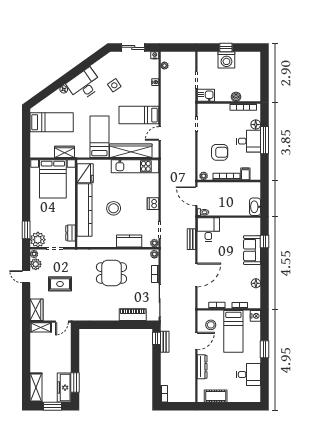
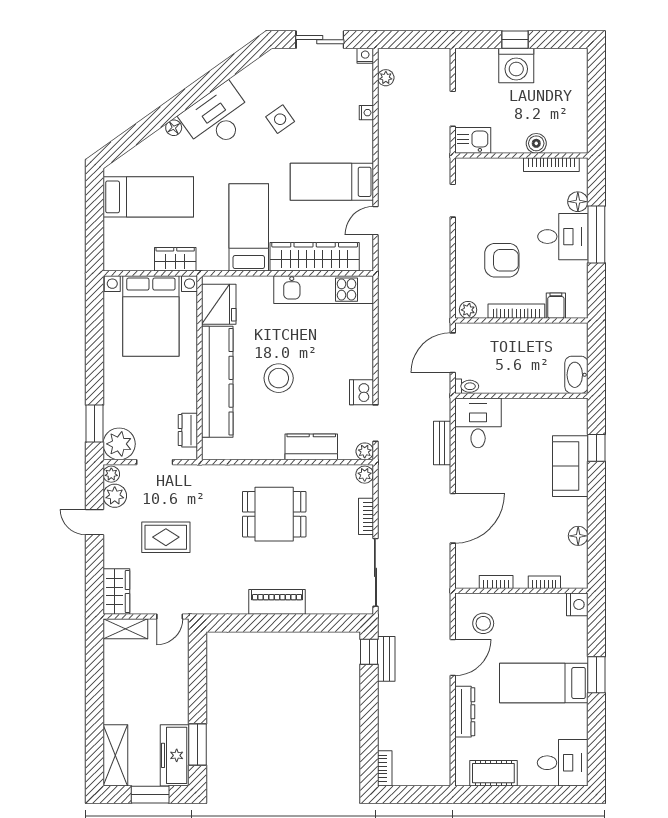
door: (196, 196) -> (453, 353), hinge flipped
dishwasher: (153, 204) -> (362, 392), moved
piano: (133, 315) -> (277, 602), moved
bed: (233, 331) -> (544, 683), moved, turned 90
desk: (249, 375) -> (563, 763), moved

